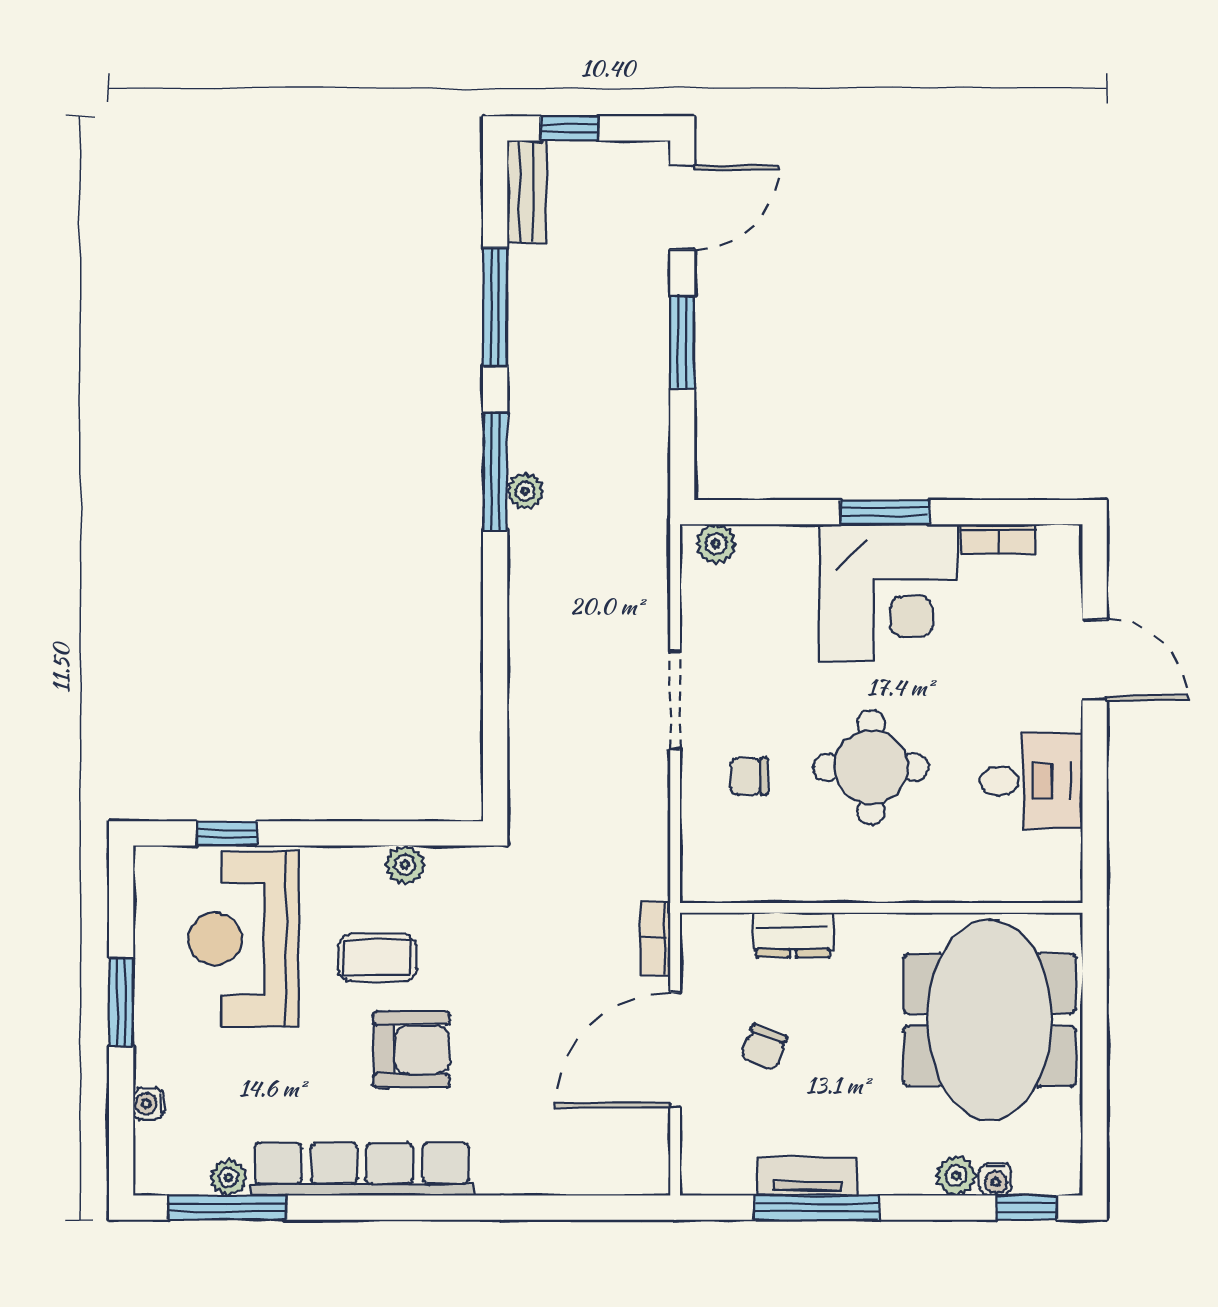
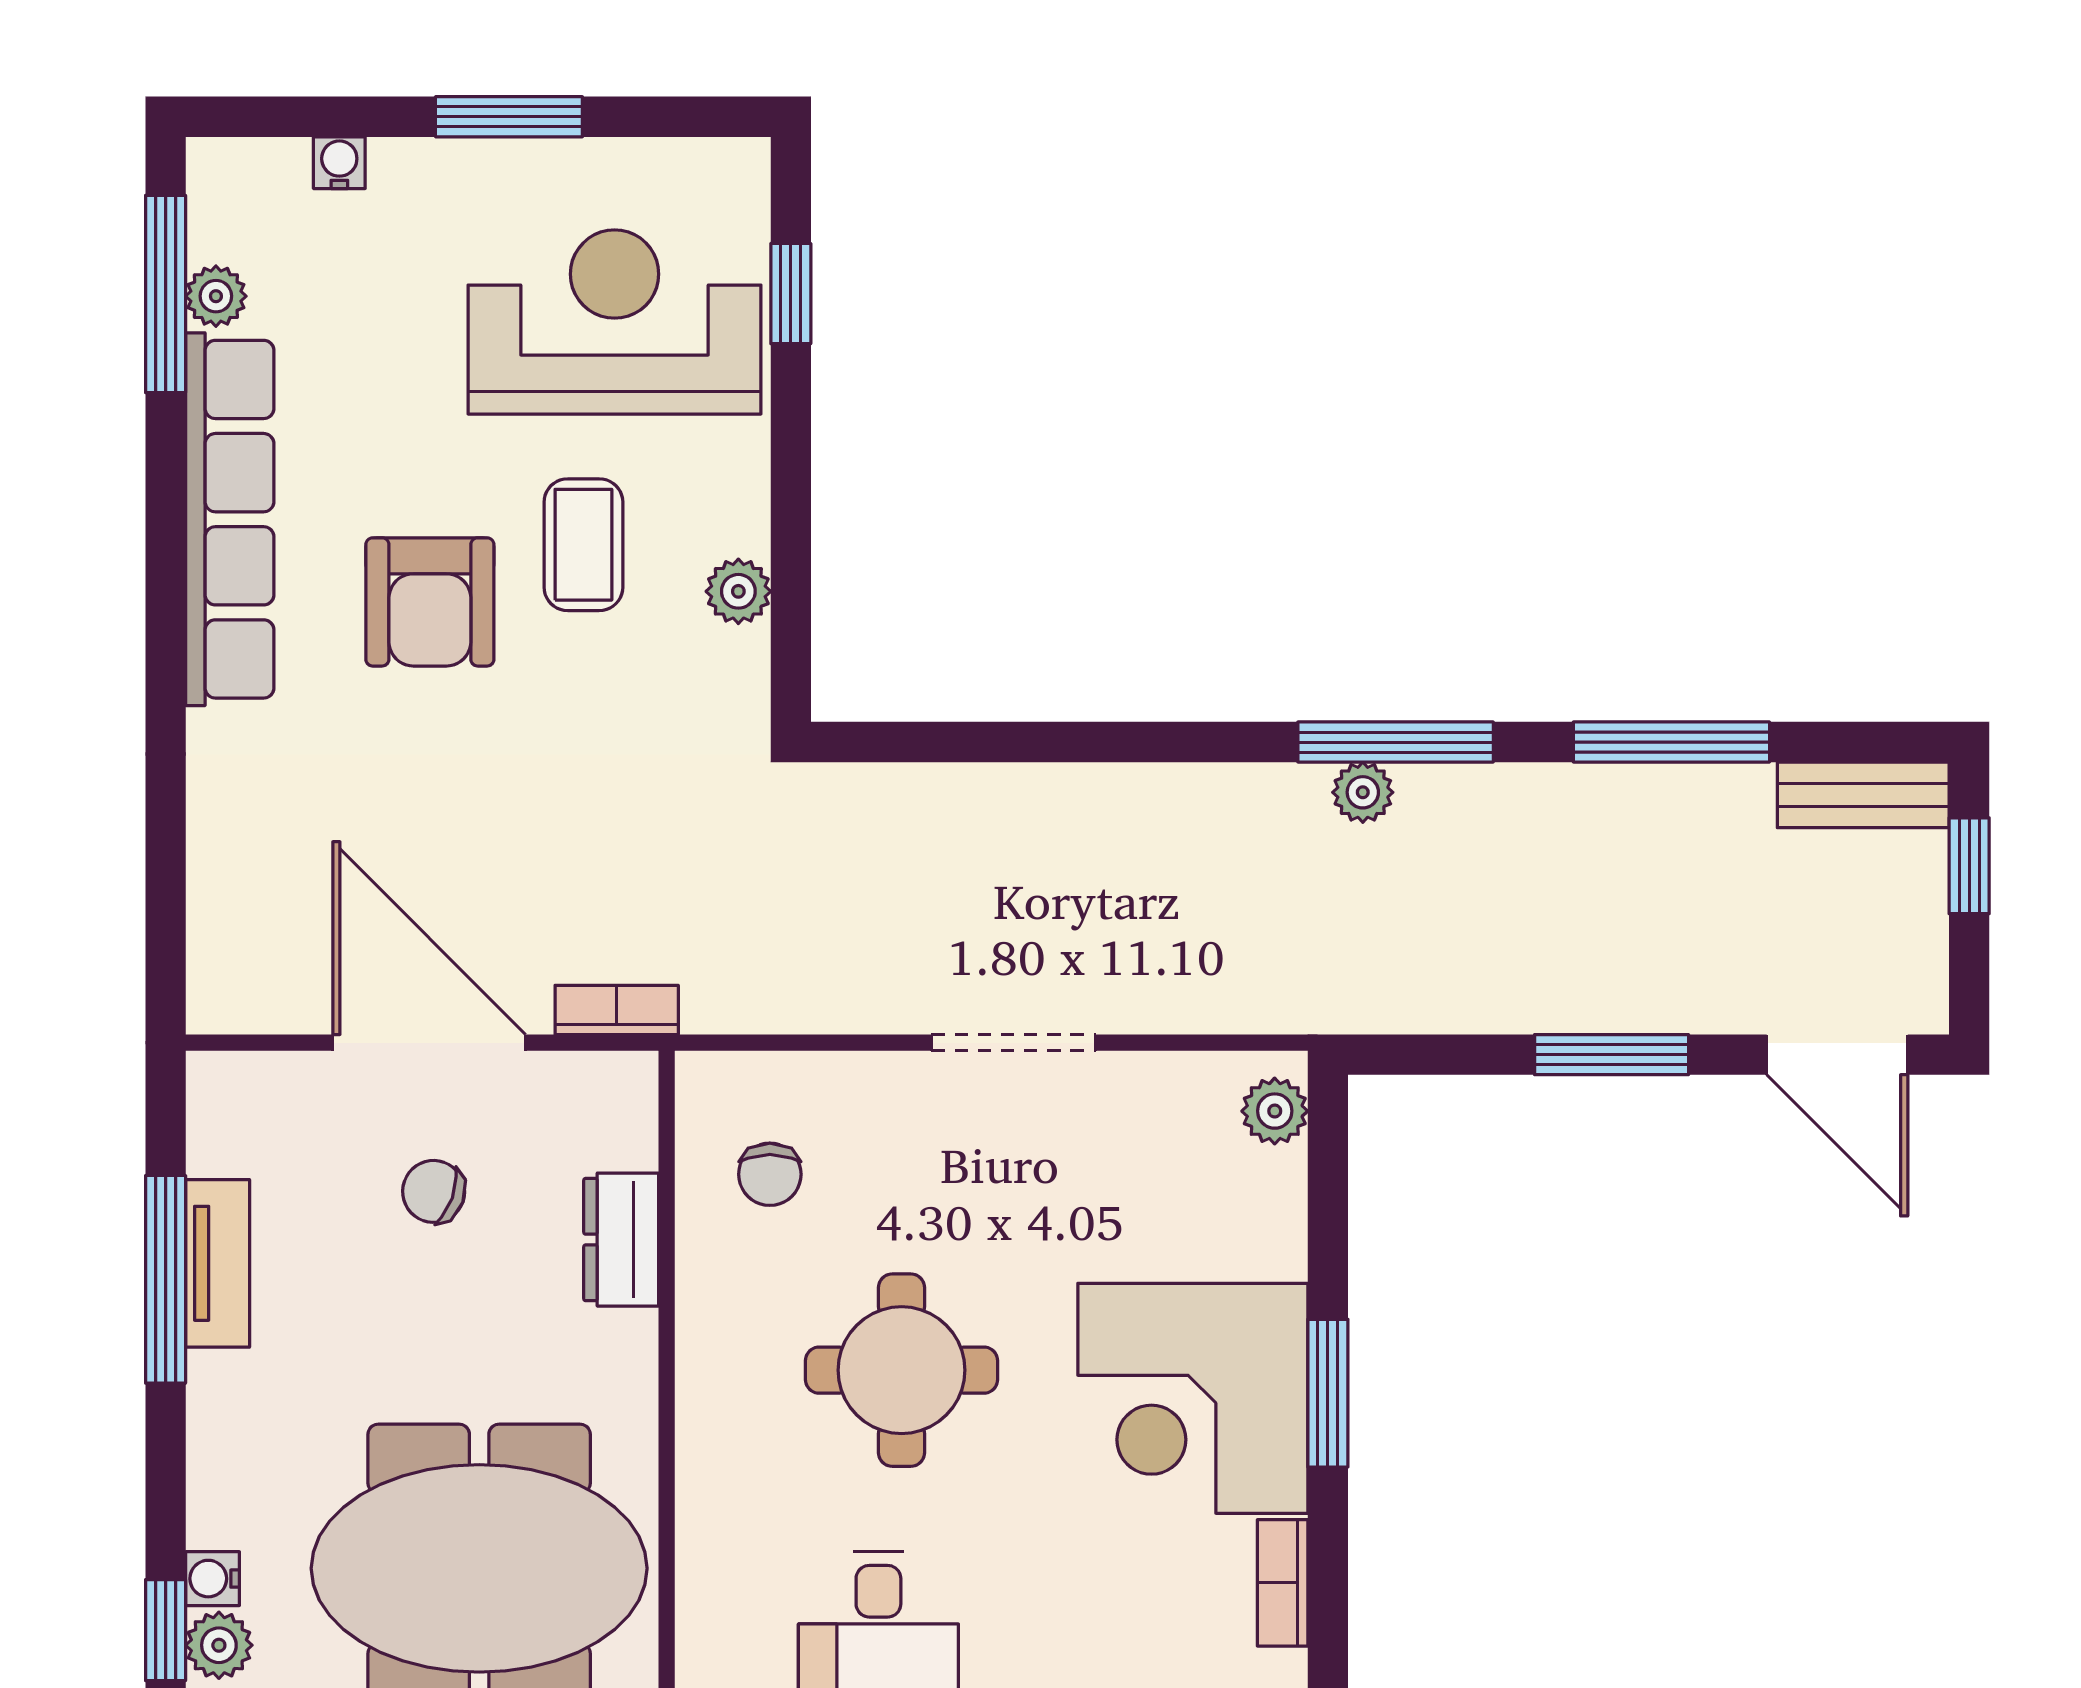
chair: (749, 777) -> (770, 1174), moved, turned 180
plant: (956, 1176) -> (219, 1645), moved

